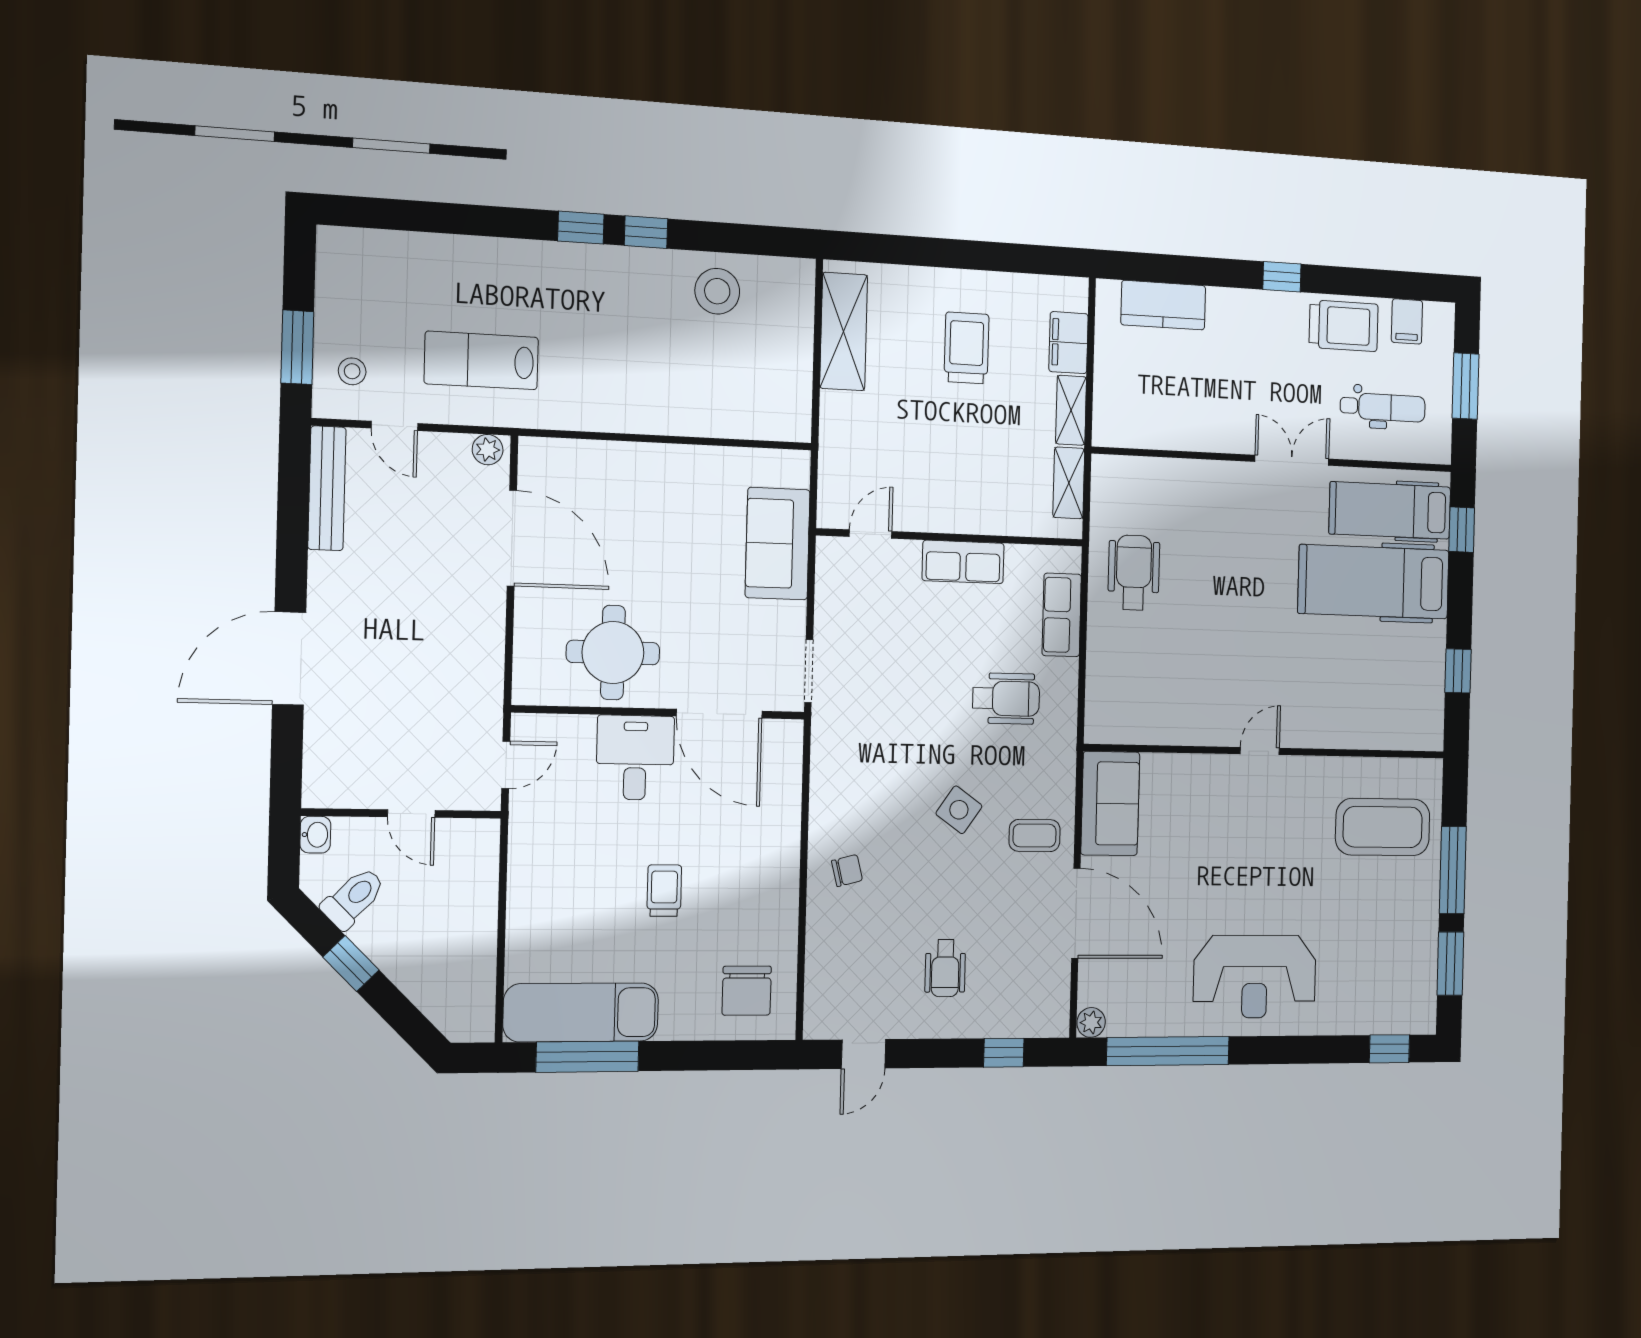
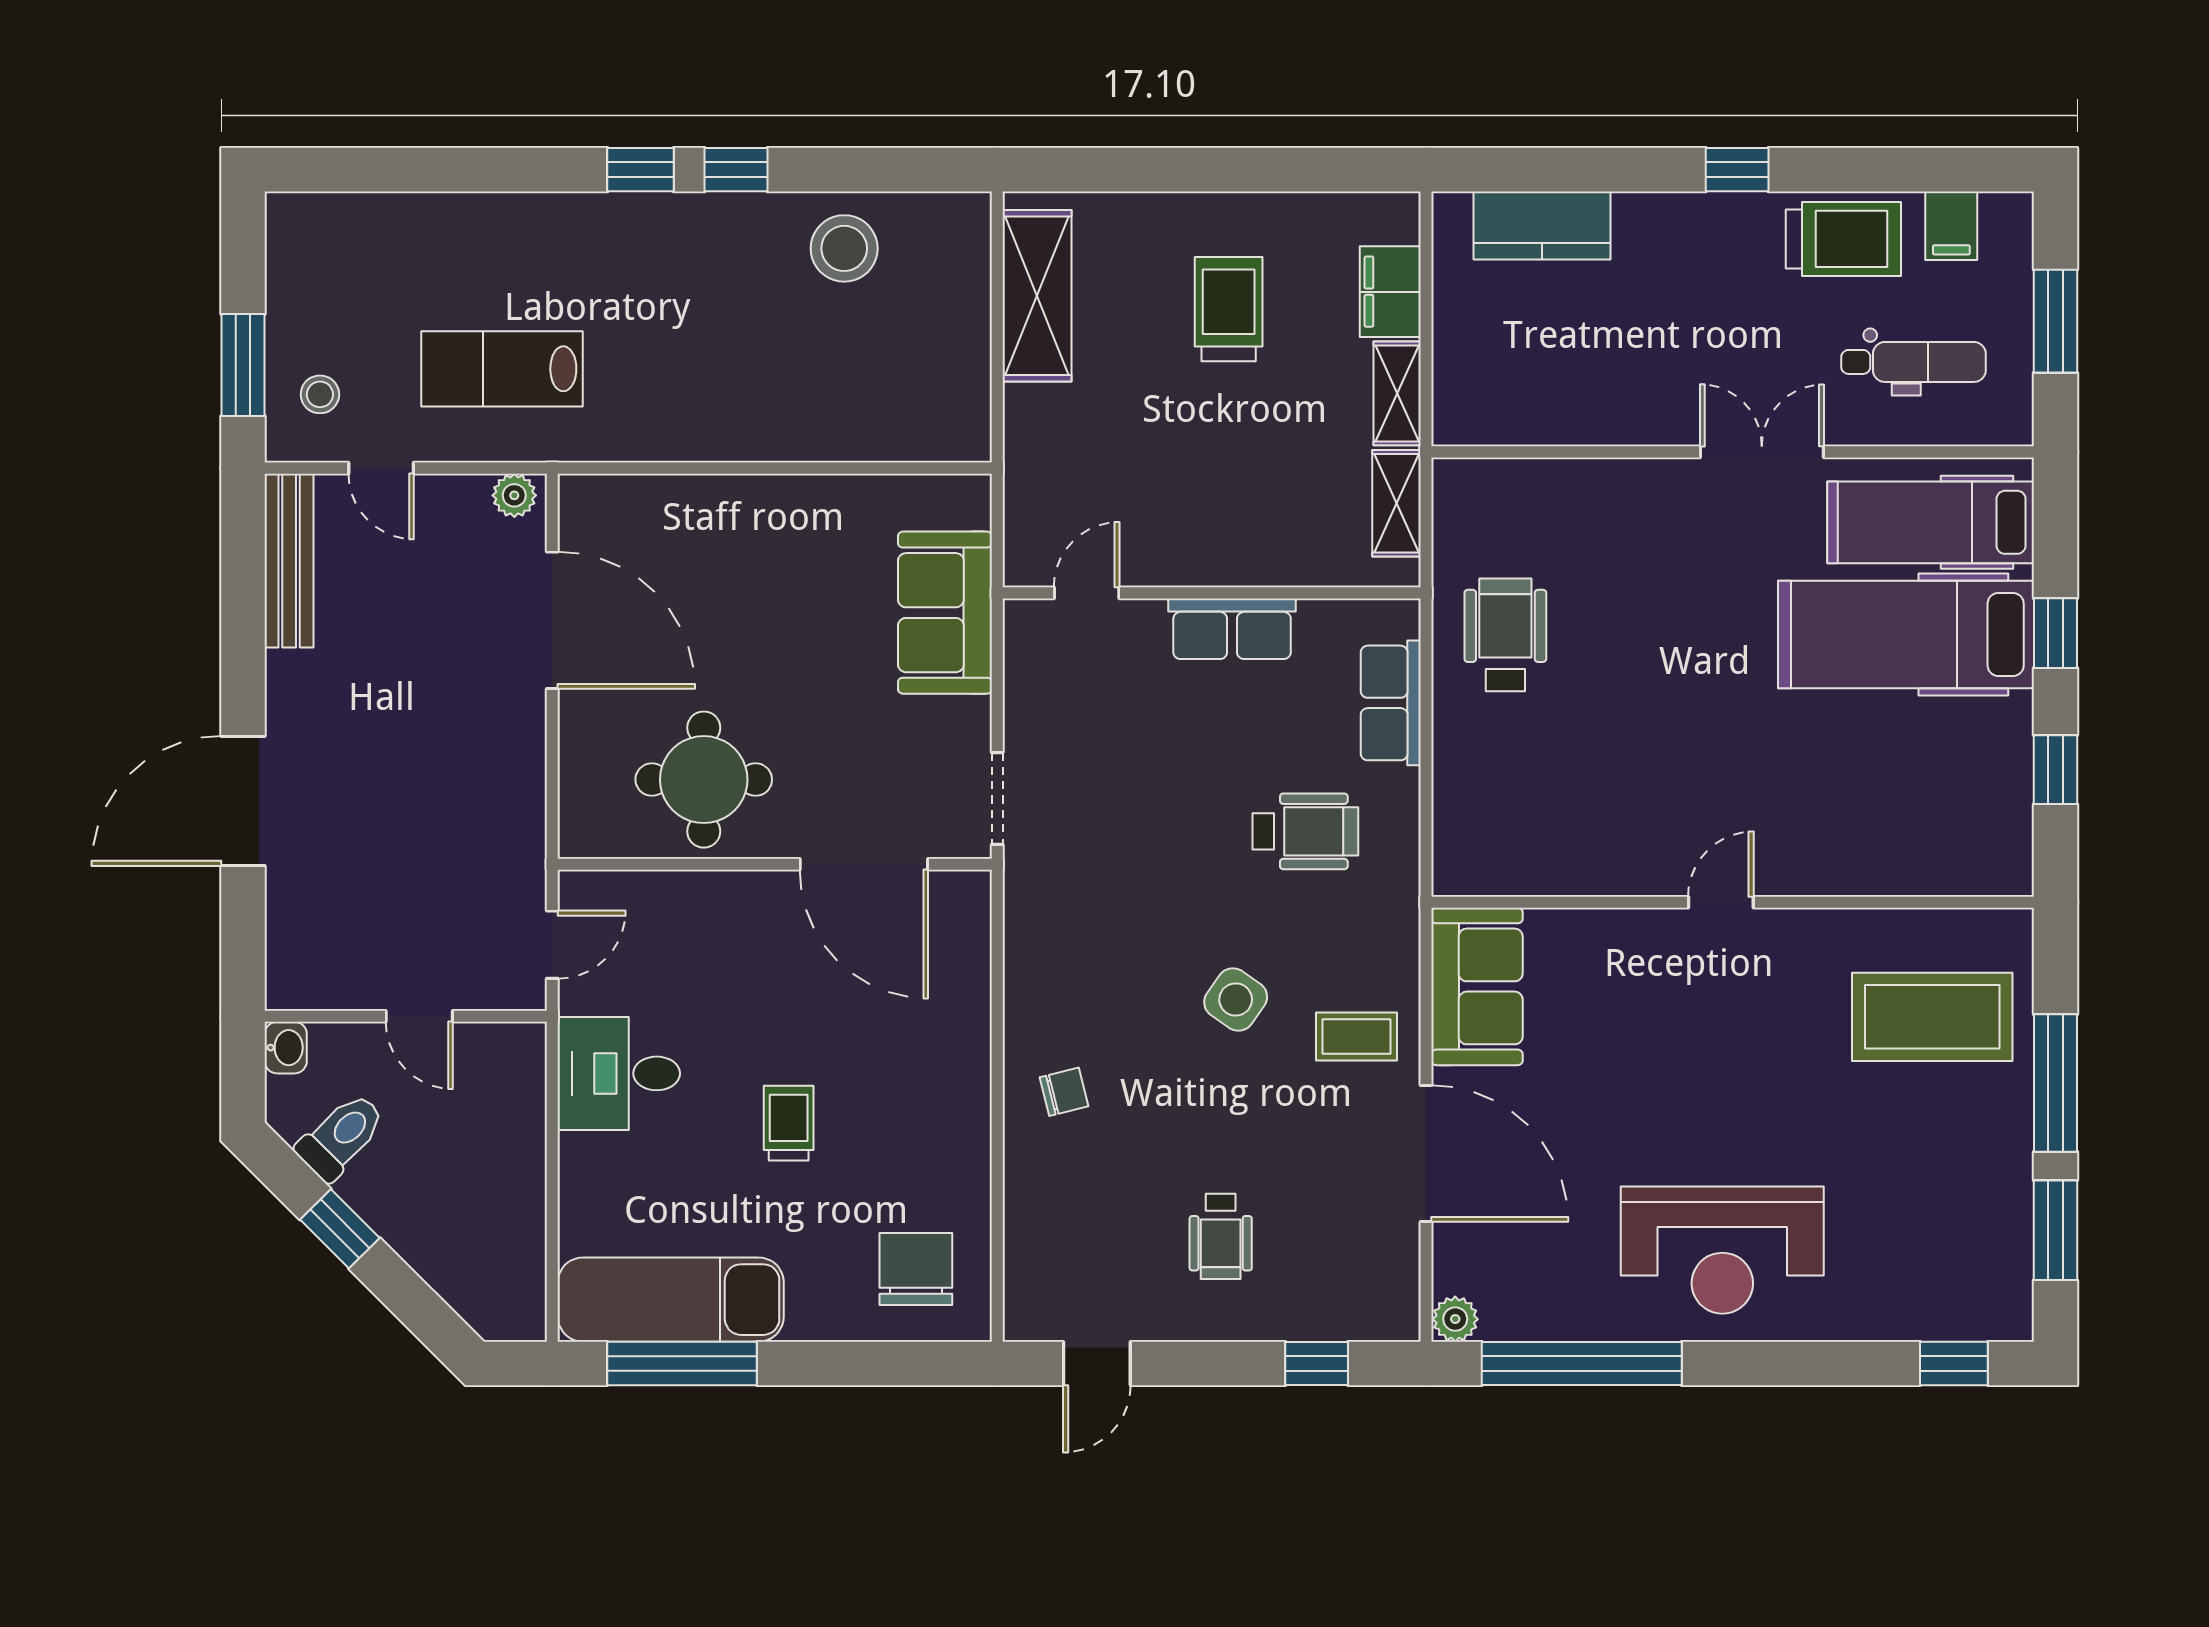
window: (1462, 530) -> (2055, 633), moved
desk: (635, 758) -> (619, 1073), moved, turned -90
chair: (747, 991) -> (916, 1269), turned 180

